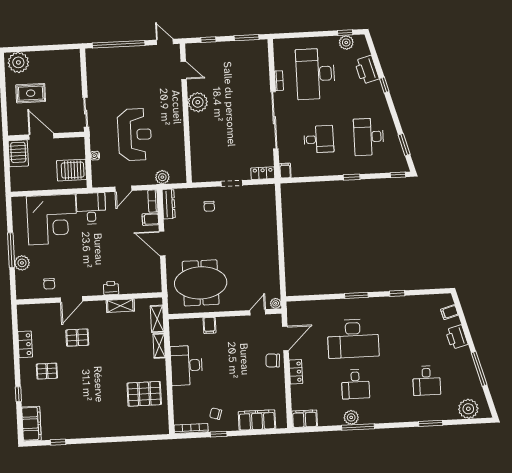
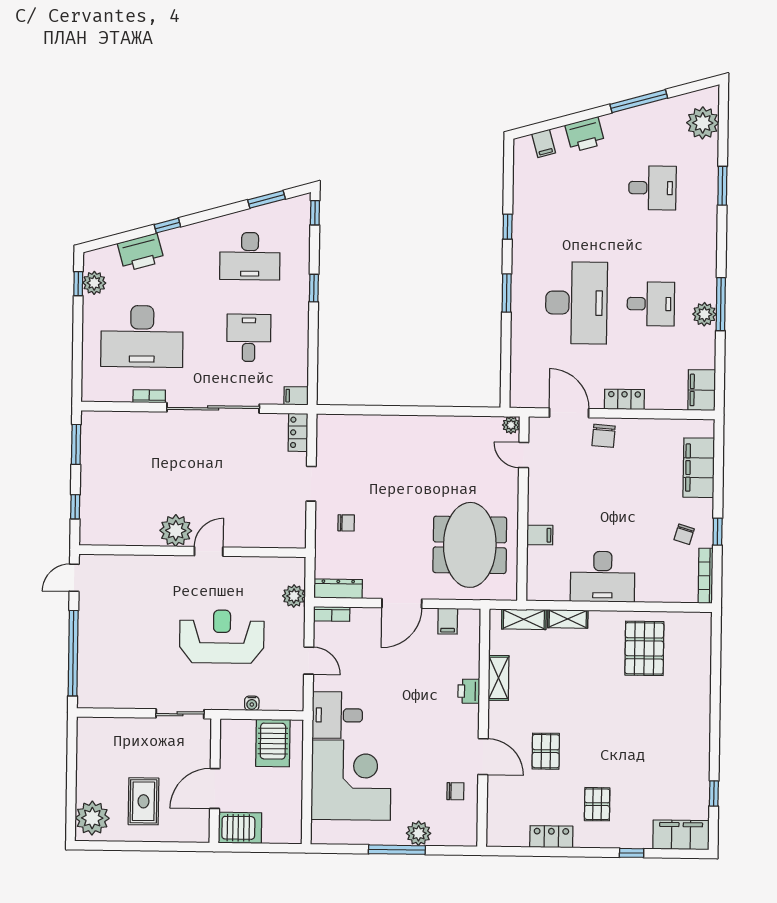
door: (184, 70) -> (209, 551), moved
filing cabinet: (150, 219) -> (448, 621), moved

